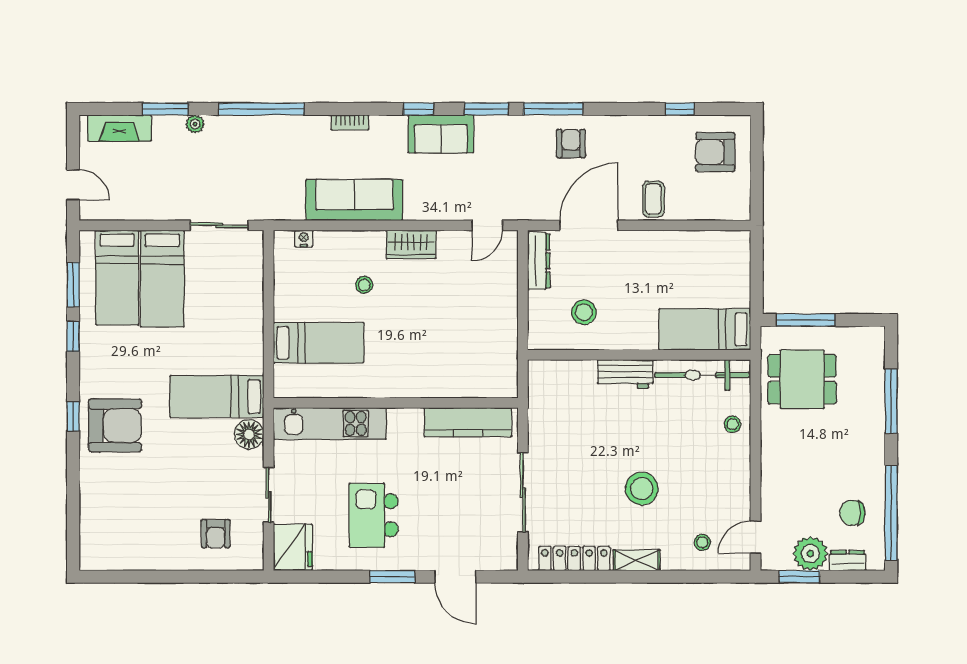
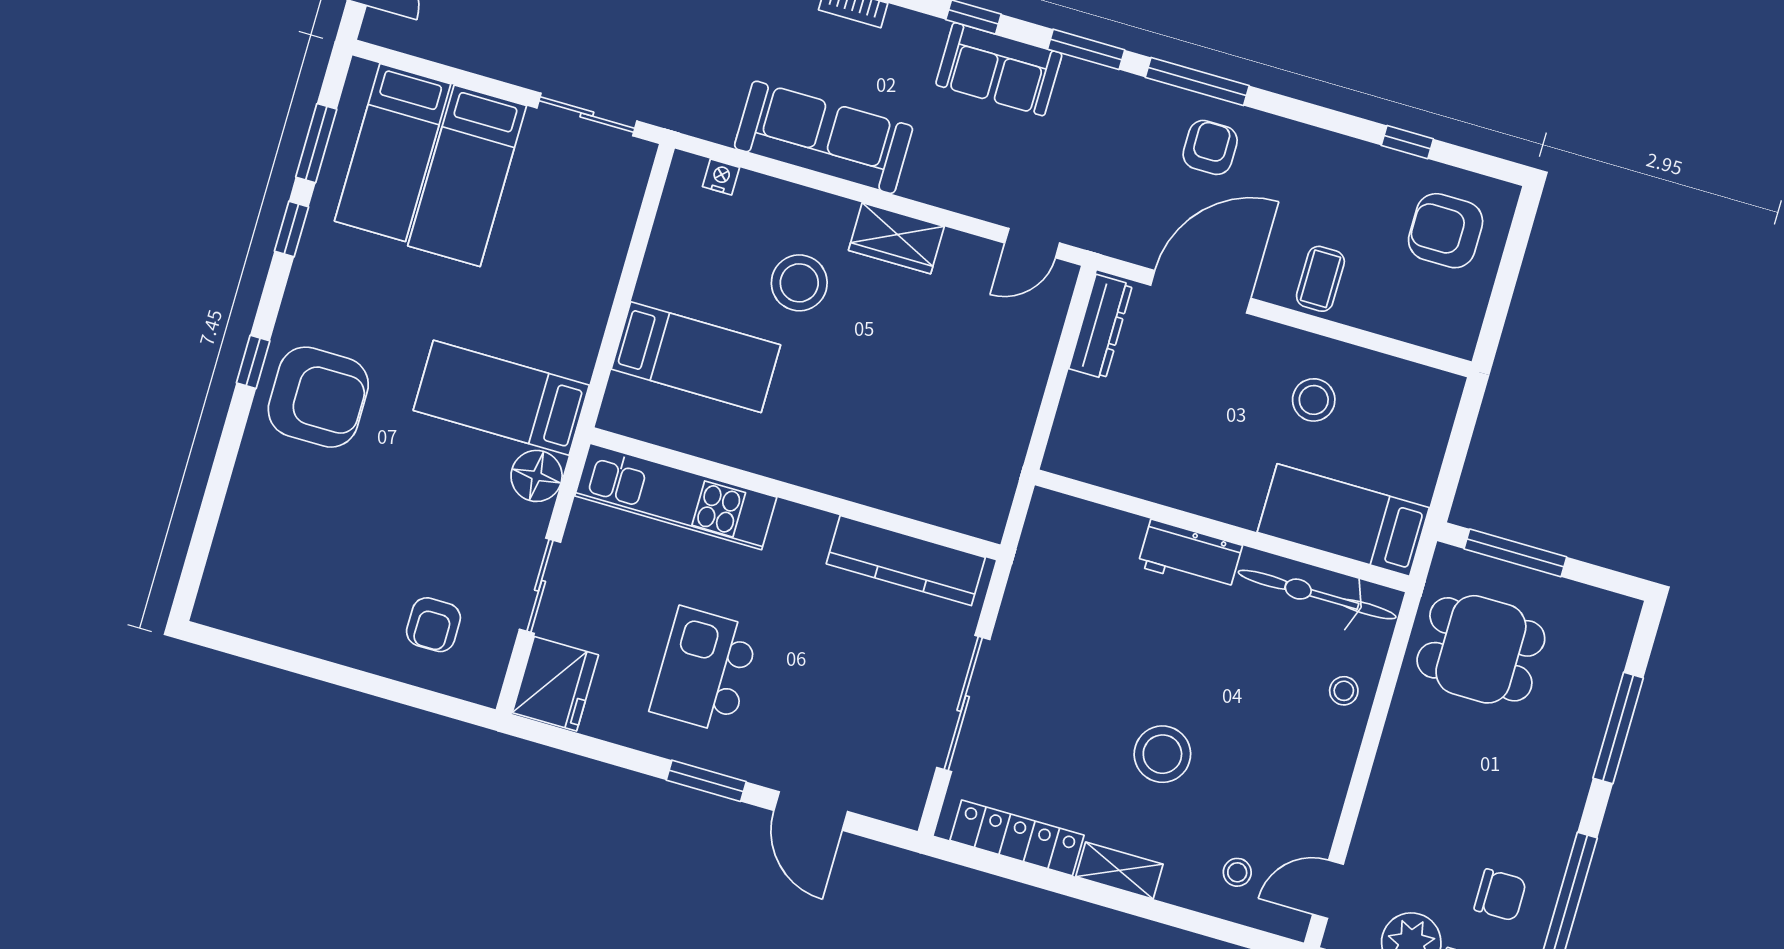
stool: (364, 285) -> (799, 283), width x1.89, depth x1.89
stool: (584, 312) -> (1314, 400), moved
chair: (852, 513) -> (1500, 895), turned 180

